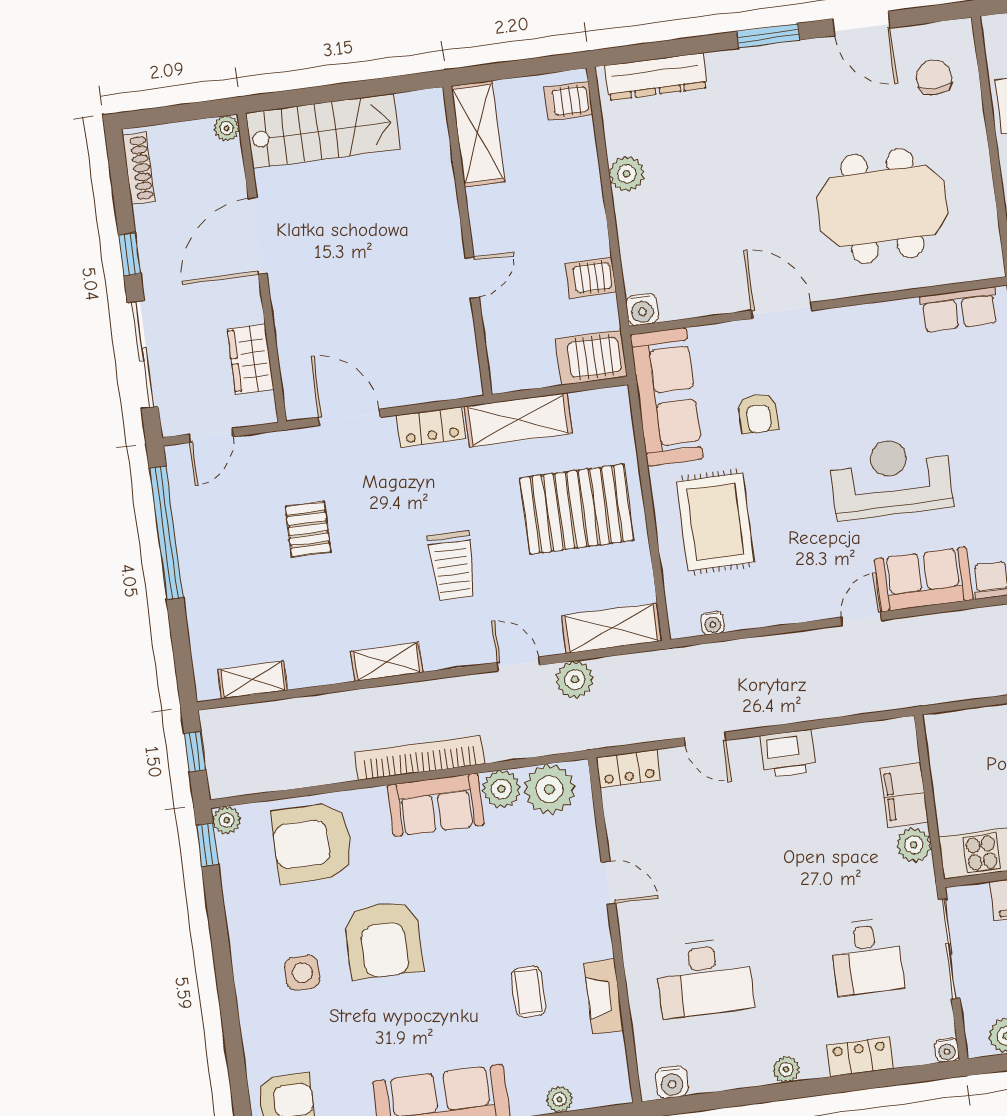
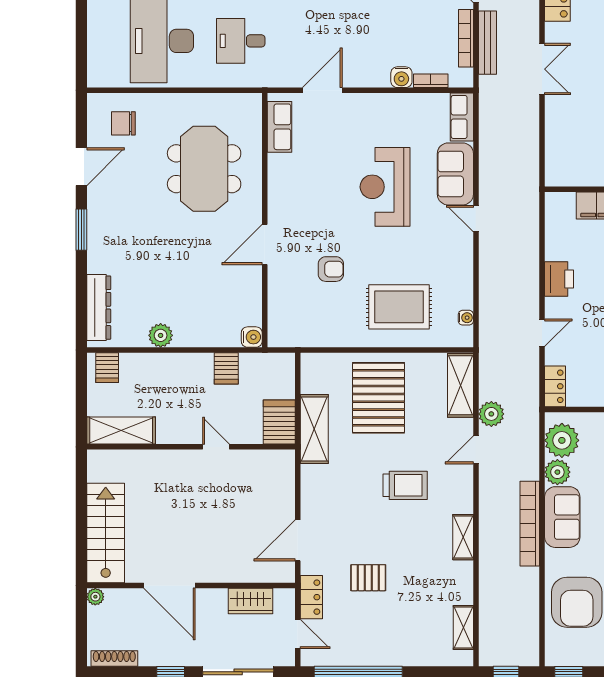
server rack: (591, 357) -> (279, 422), moved, turned 180
sofa: (667, 397) -> (312, 328), removed
locker: (431, 427) -> (311, 597), moved
plant: (227, 820) -> (554, 657), removed

